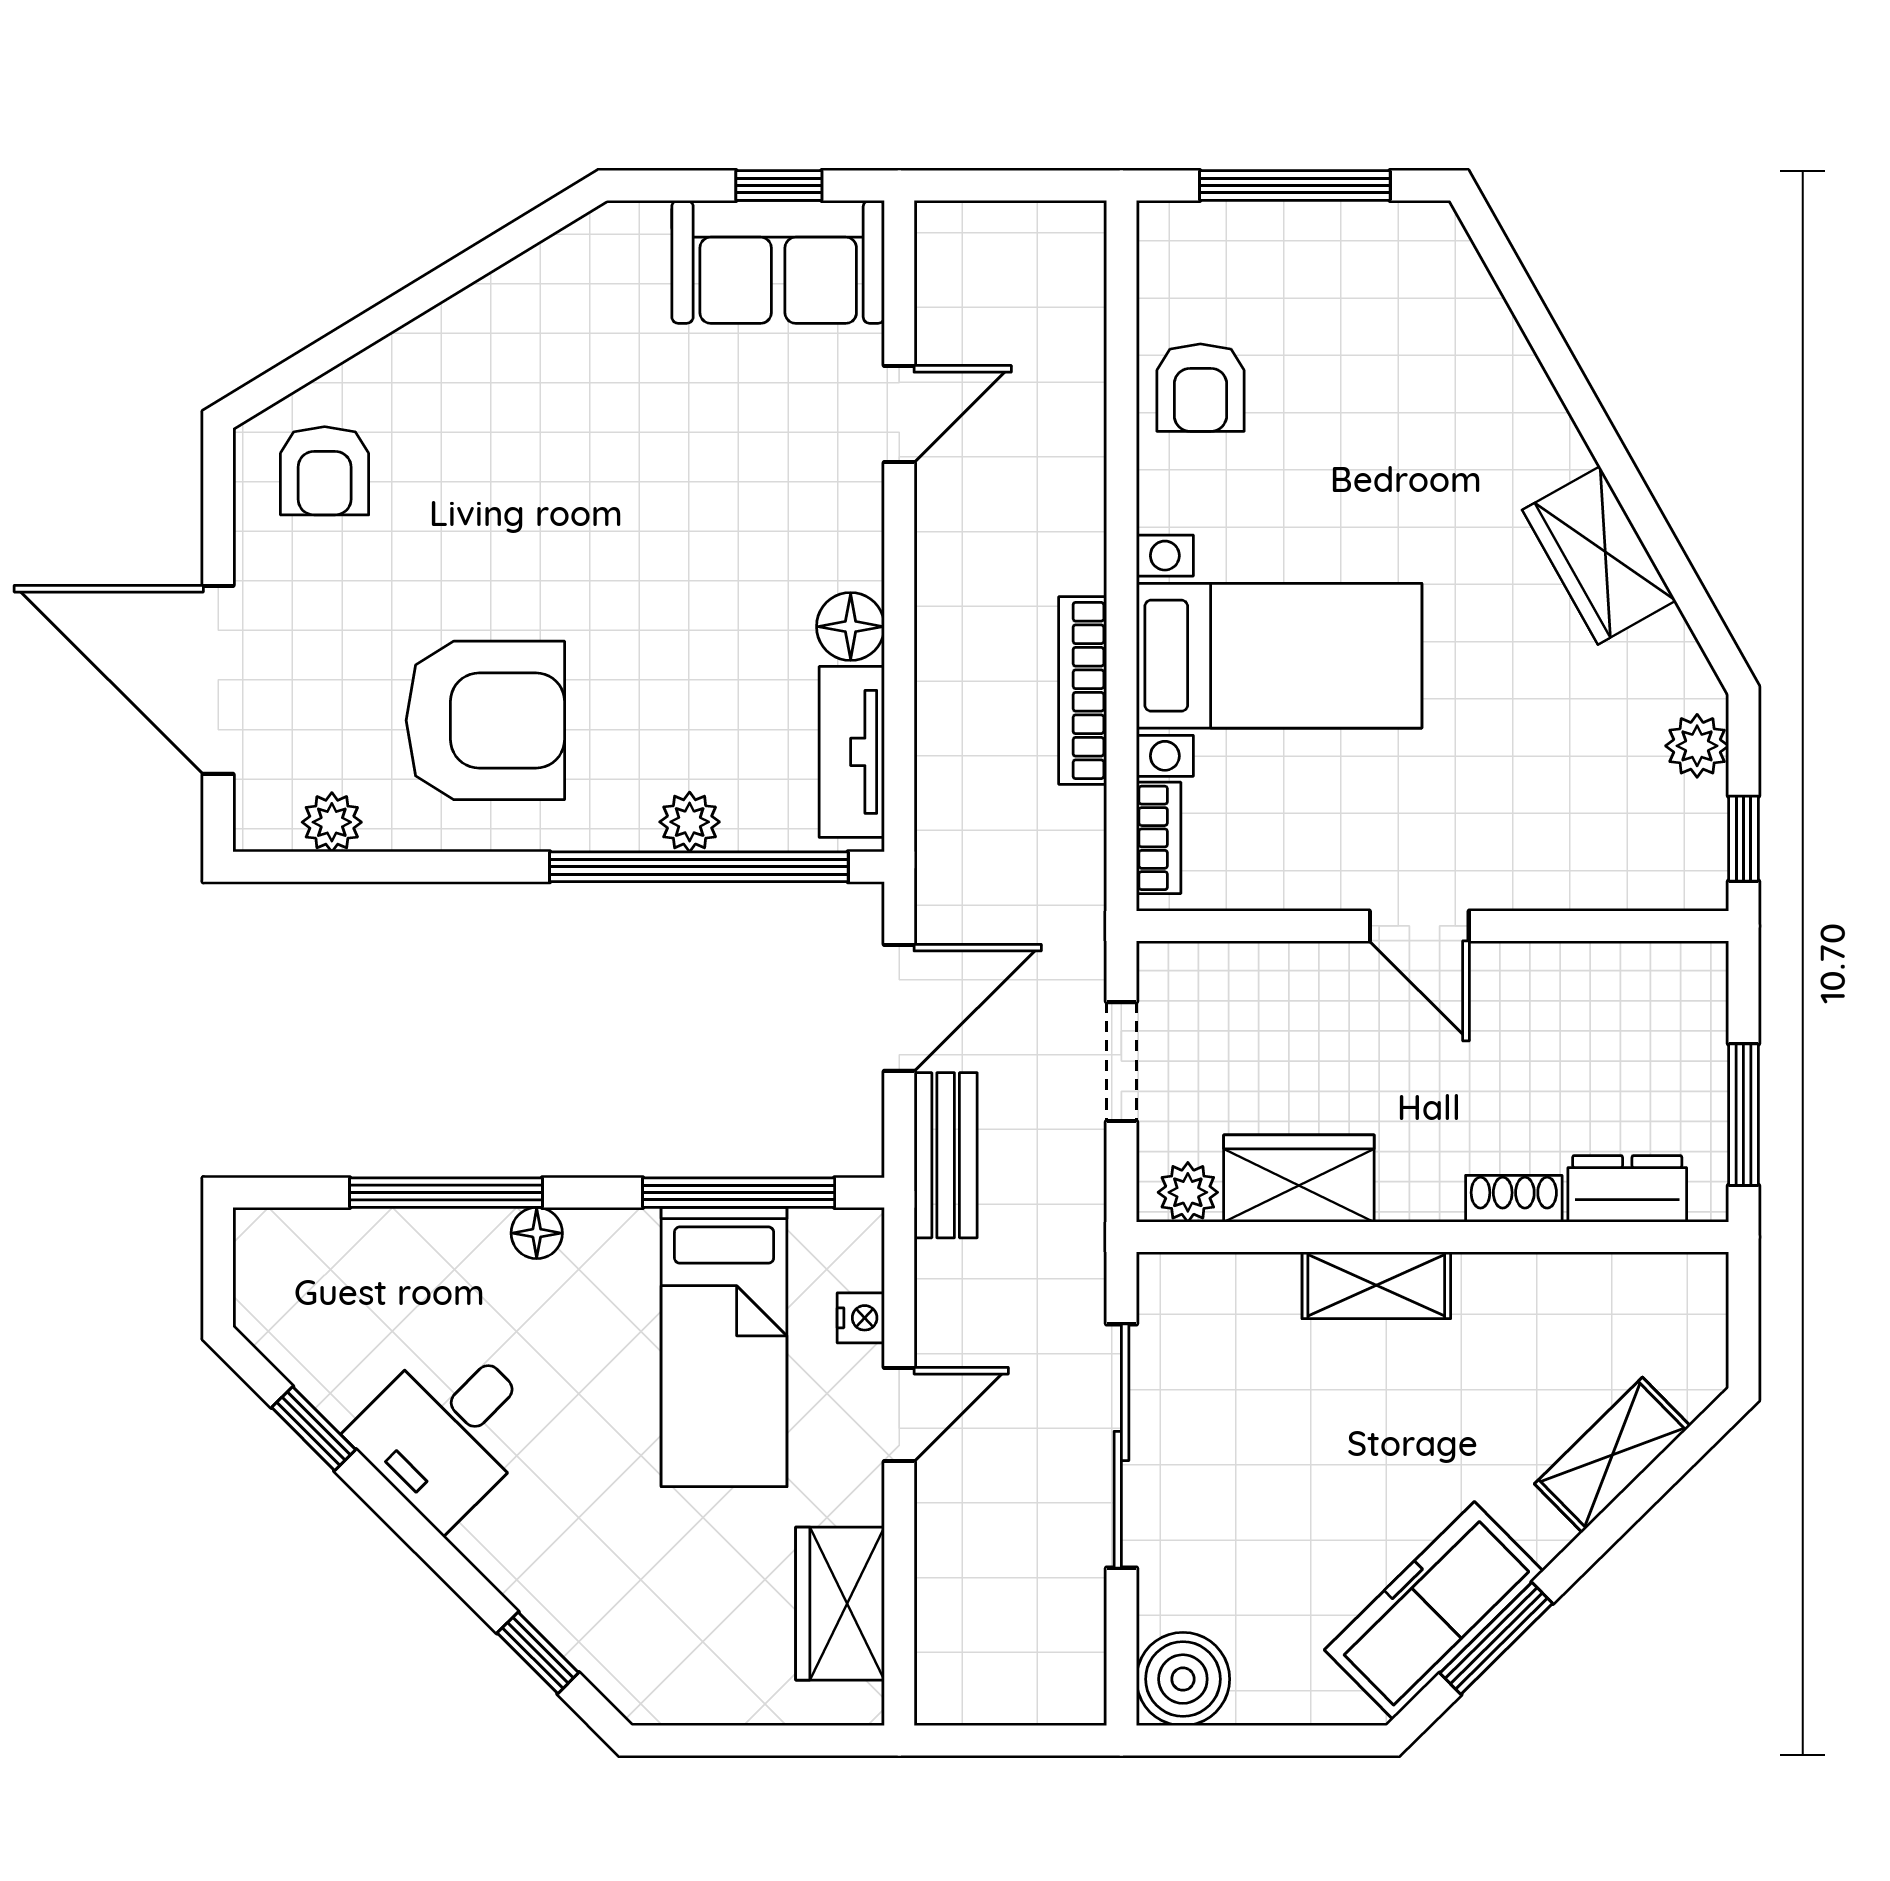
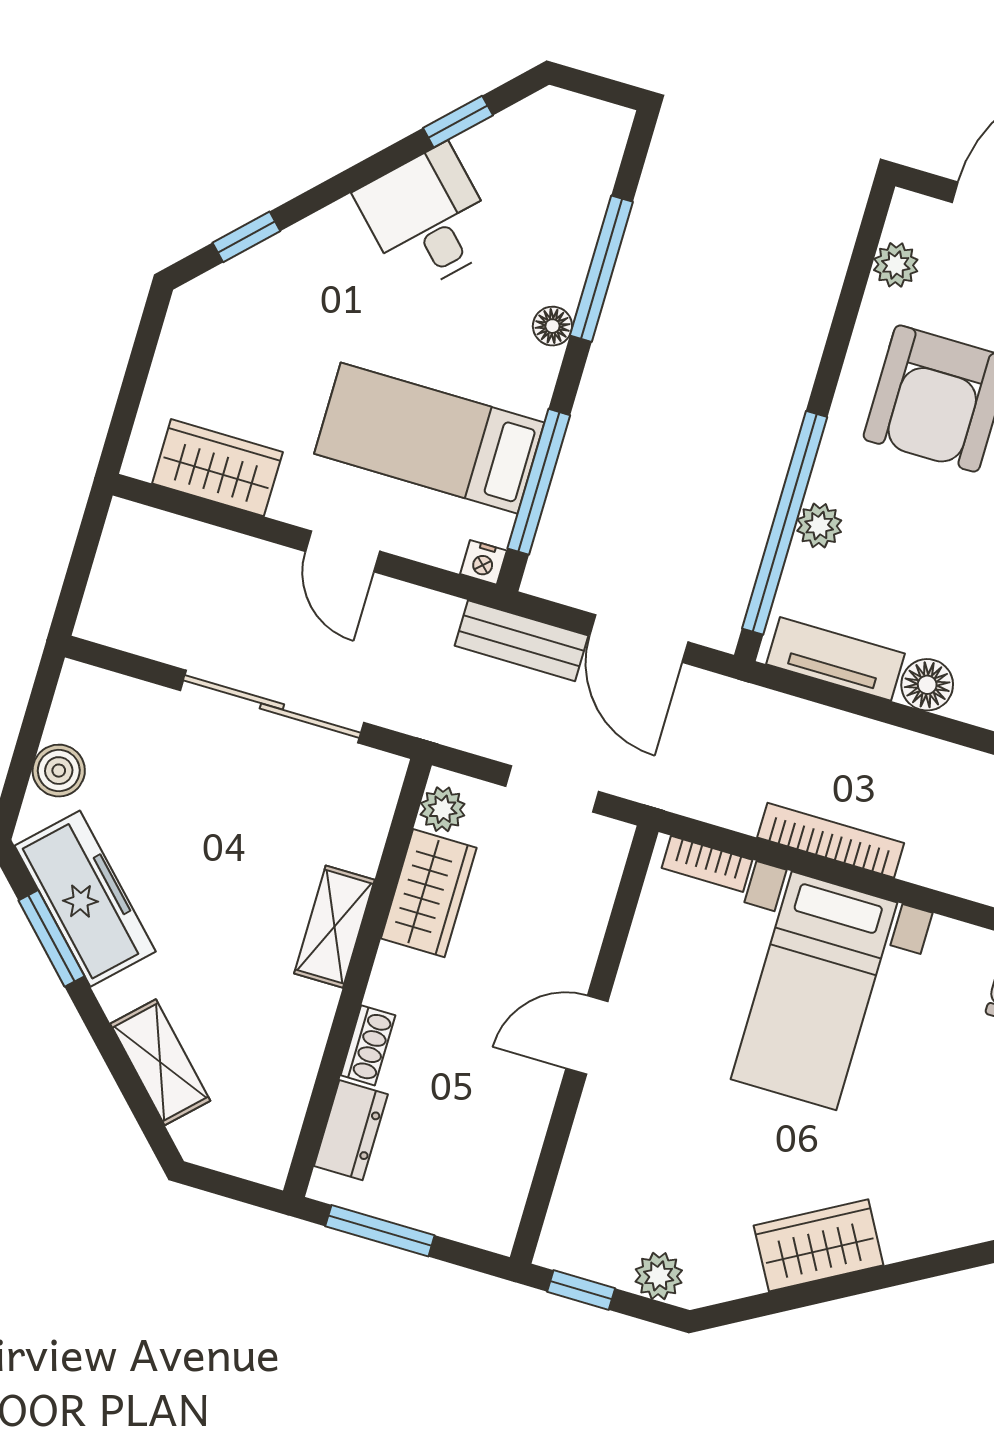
nightstand: (861, 1318) -> (483, 562), moved
boiler: (1183, 1679) -> (59, 771), moved, width x0.73, depth x0.73

